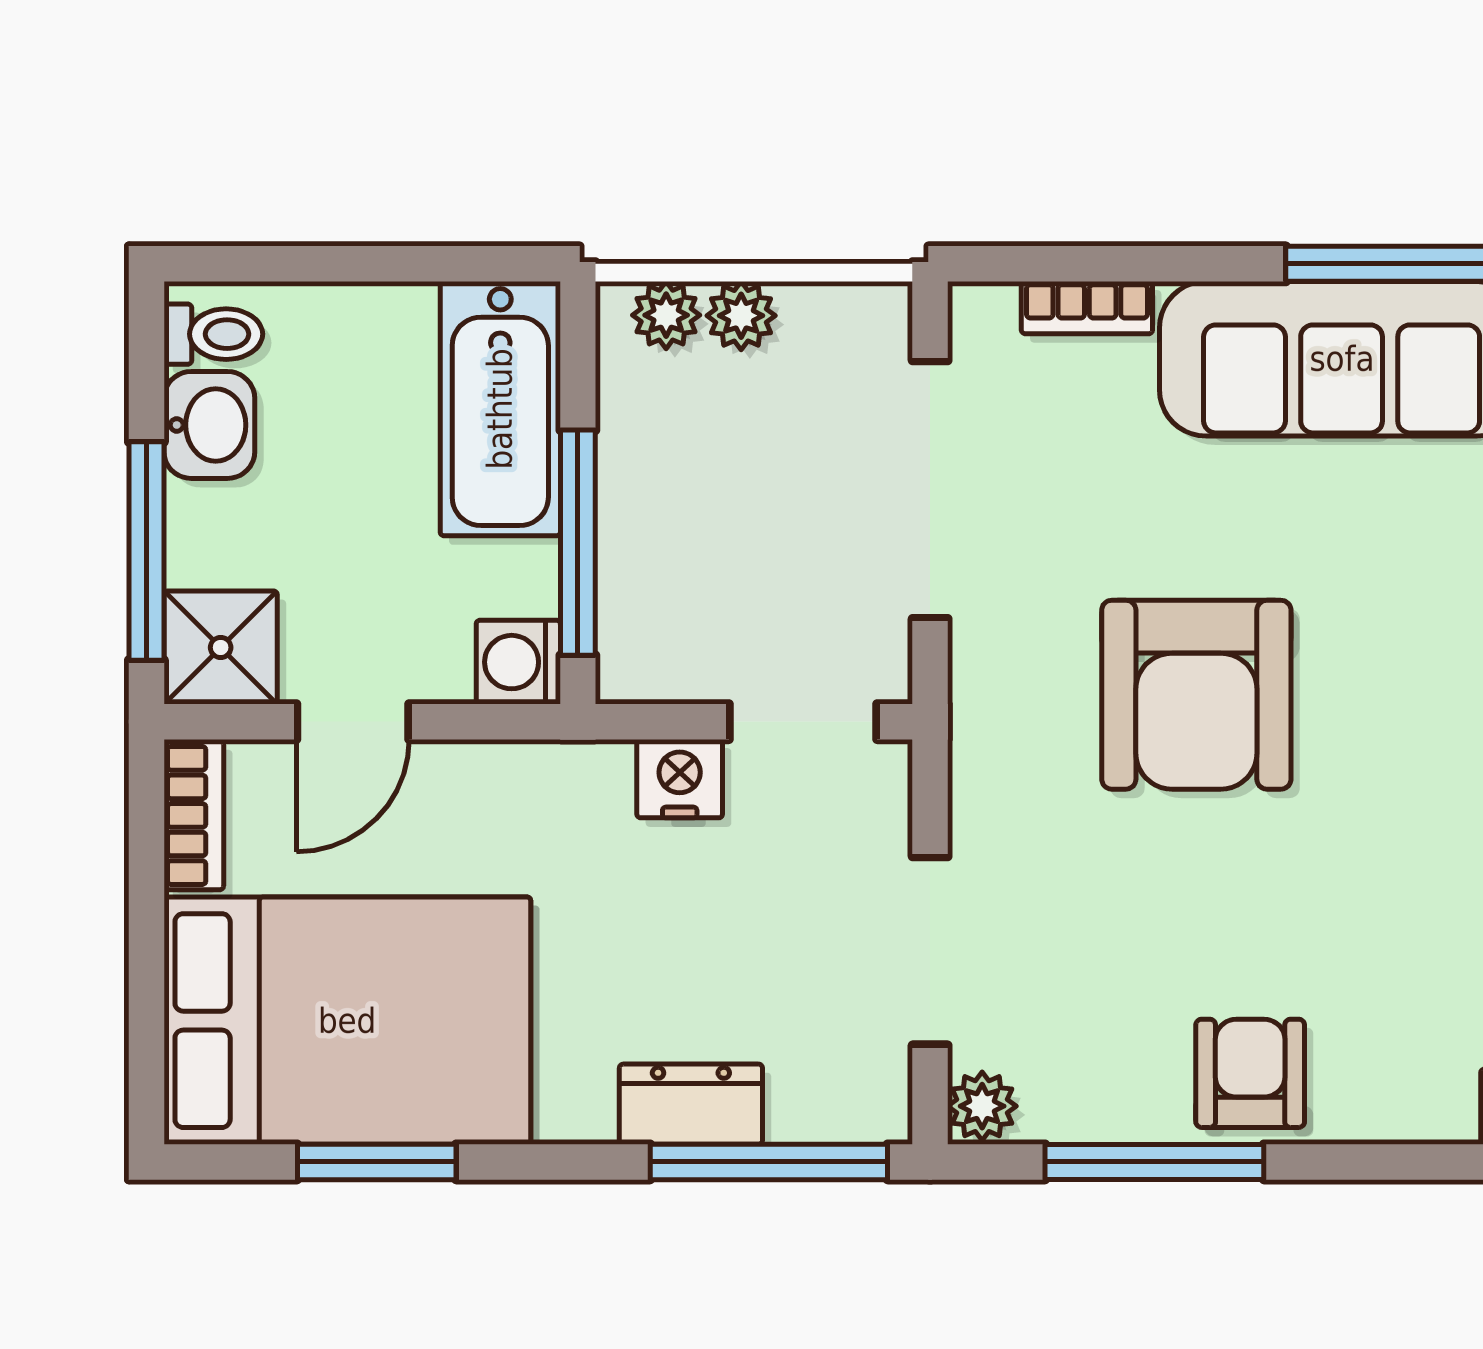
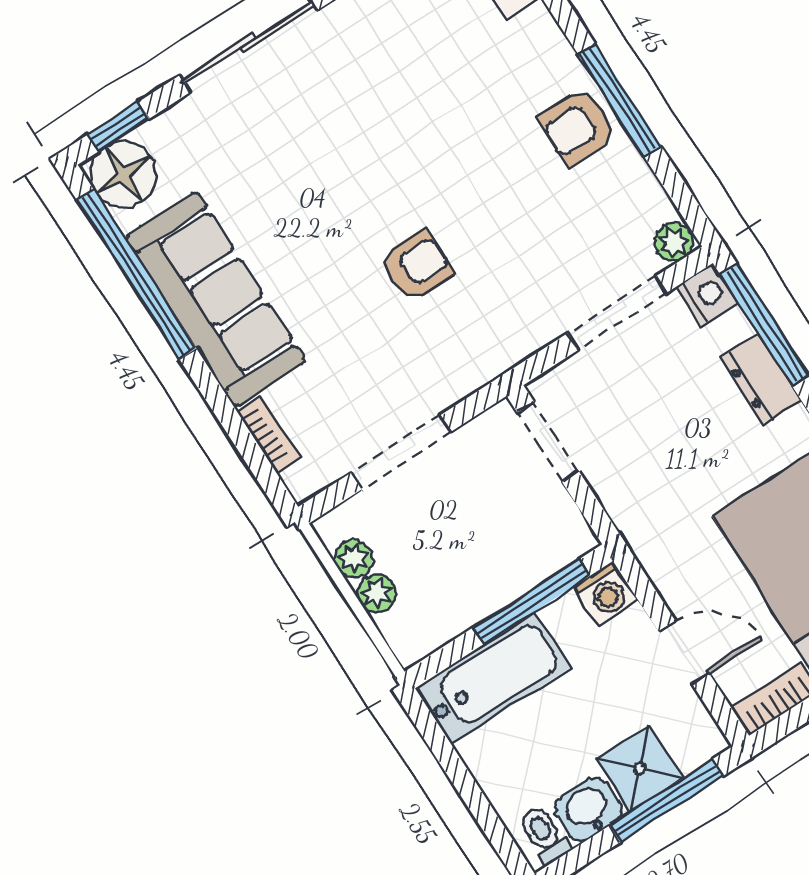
plant: (666, 315) -> (354, 558), moved
doorway: (930, 490) -> (401, 452), width x0.73
shower: (221, 647) -> (640, 769), moved
armchair: (1196, 695) -> (417, 266), width x0.53, depth x0.53
nightstand: (680, 779) -> (707, 295), moved, turned 180
window: (1154, 1162) -> (620, 101), moved

